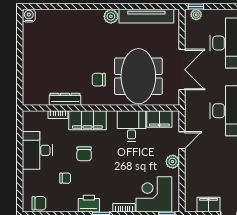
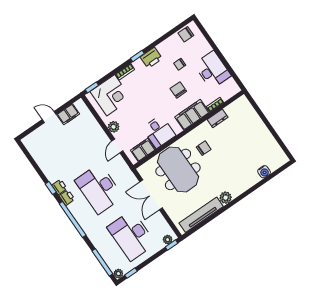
water cooler: (29, 16) -> (264, 172), moved
dresser: (65, 99) -> (218, 118), width x0.70

